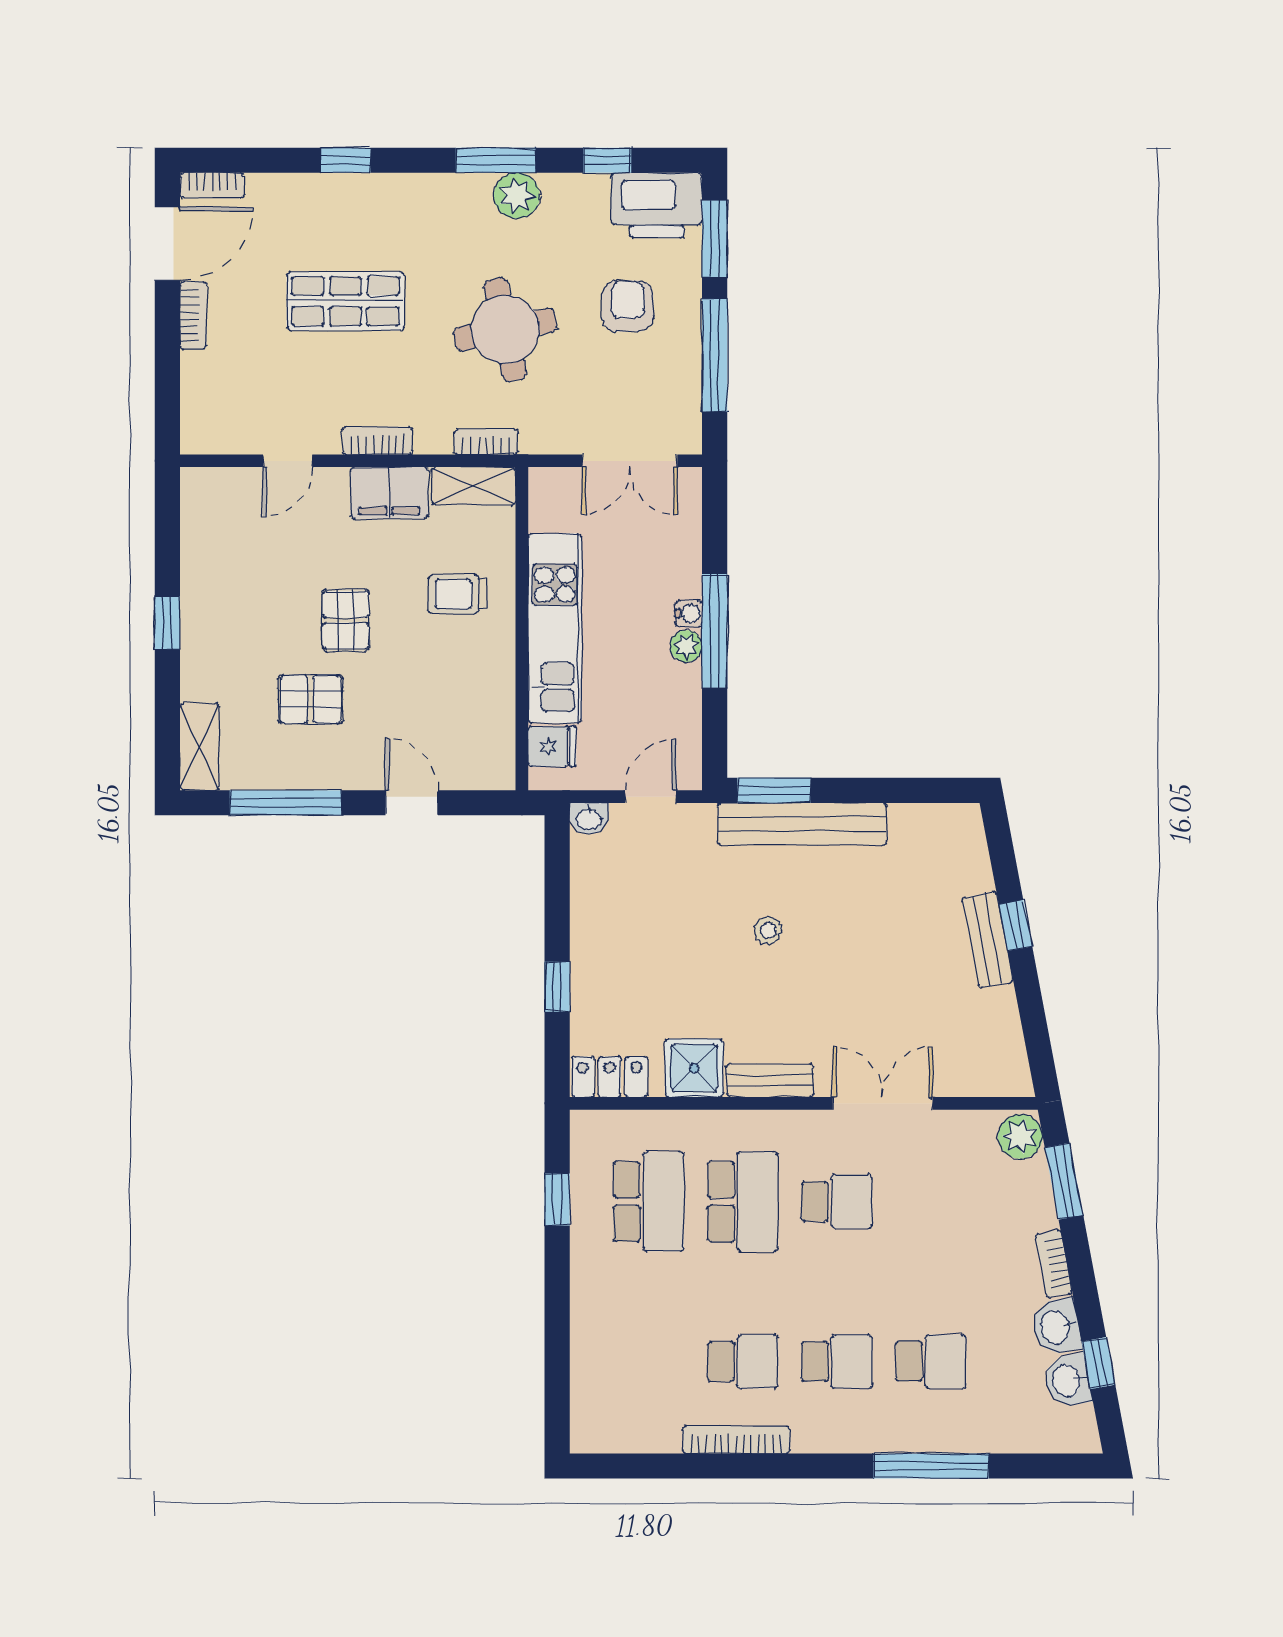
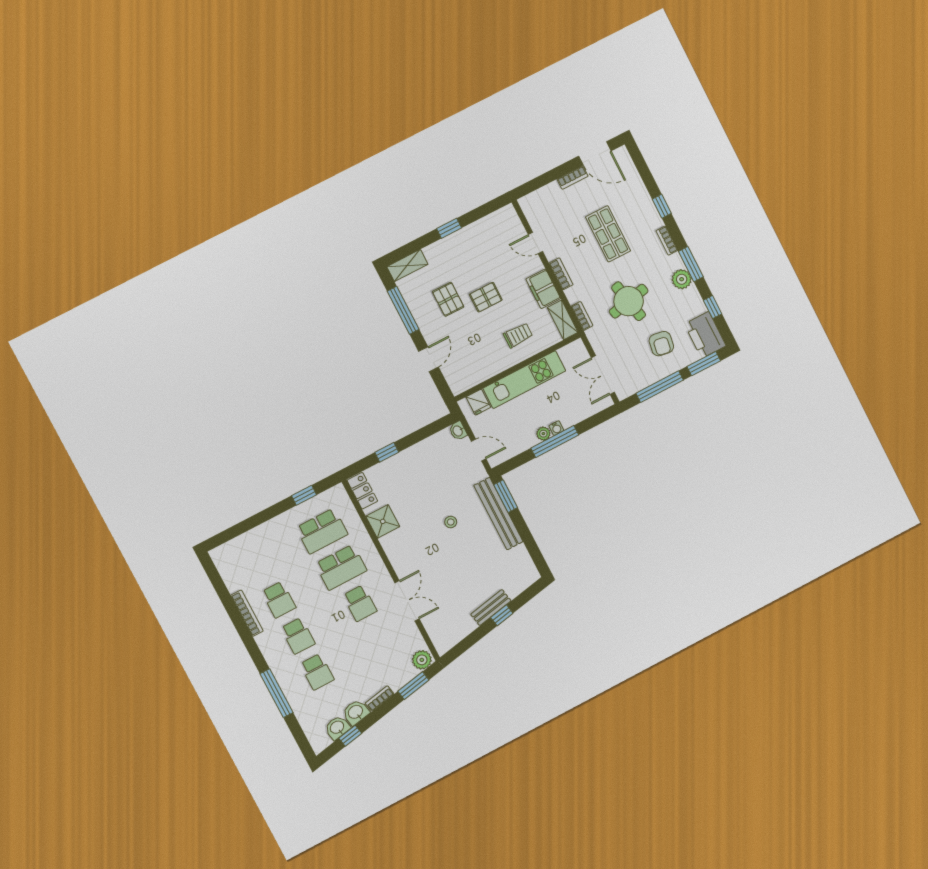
bookcase: (212, 186) -> (667, 241), moved
armchair: (628, 306) -> (661, 344), turned 99
trolley: (457, 594) -> (518, 335), turned 90
bench: (770, 1080) -> (393, 553), removed

